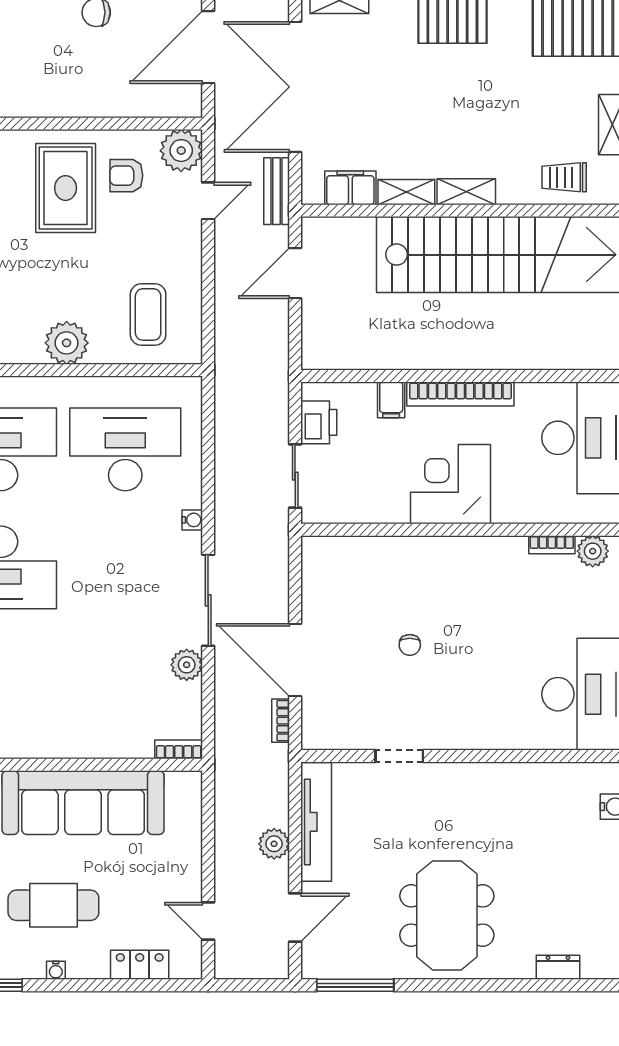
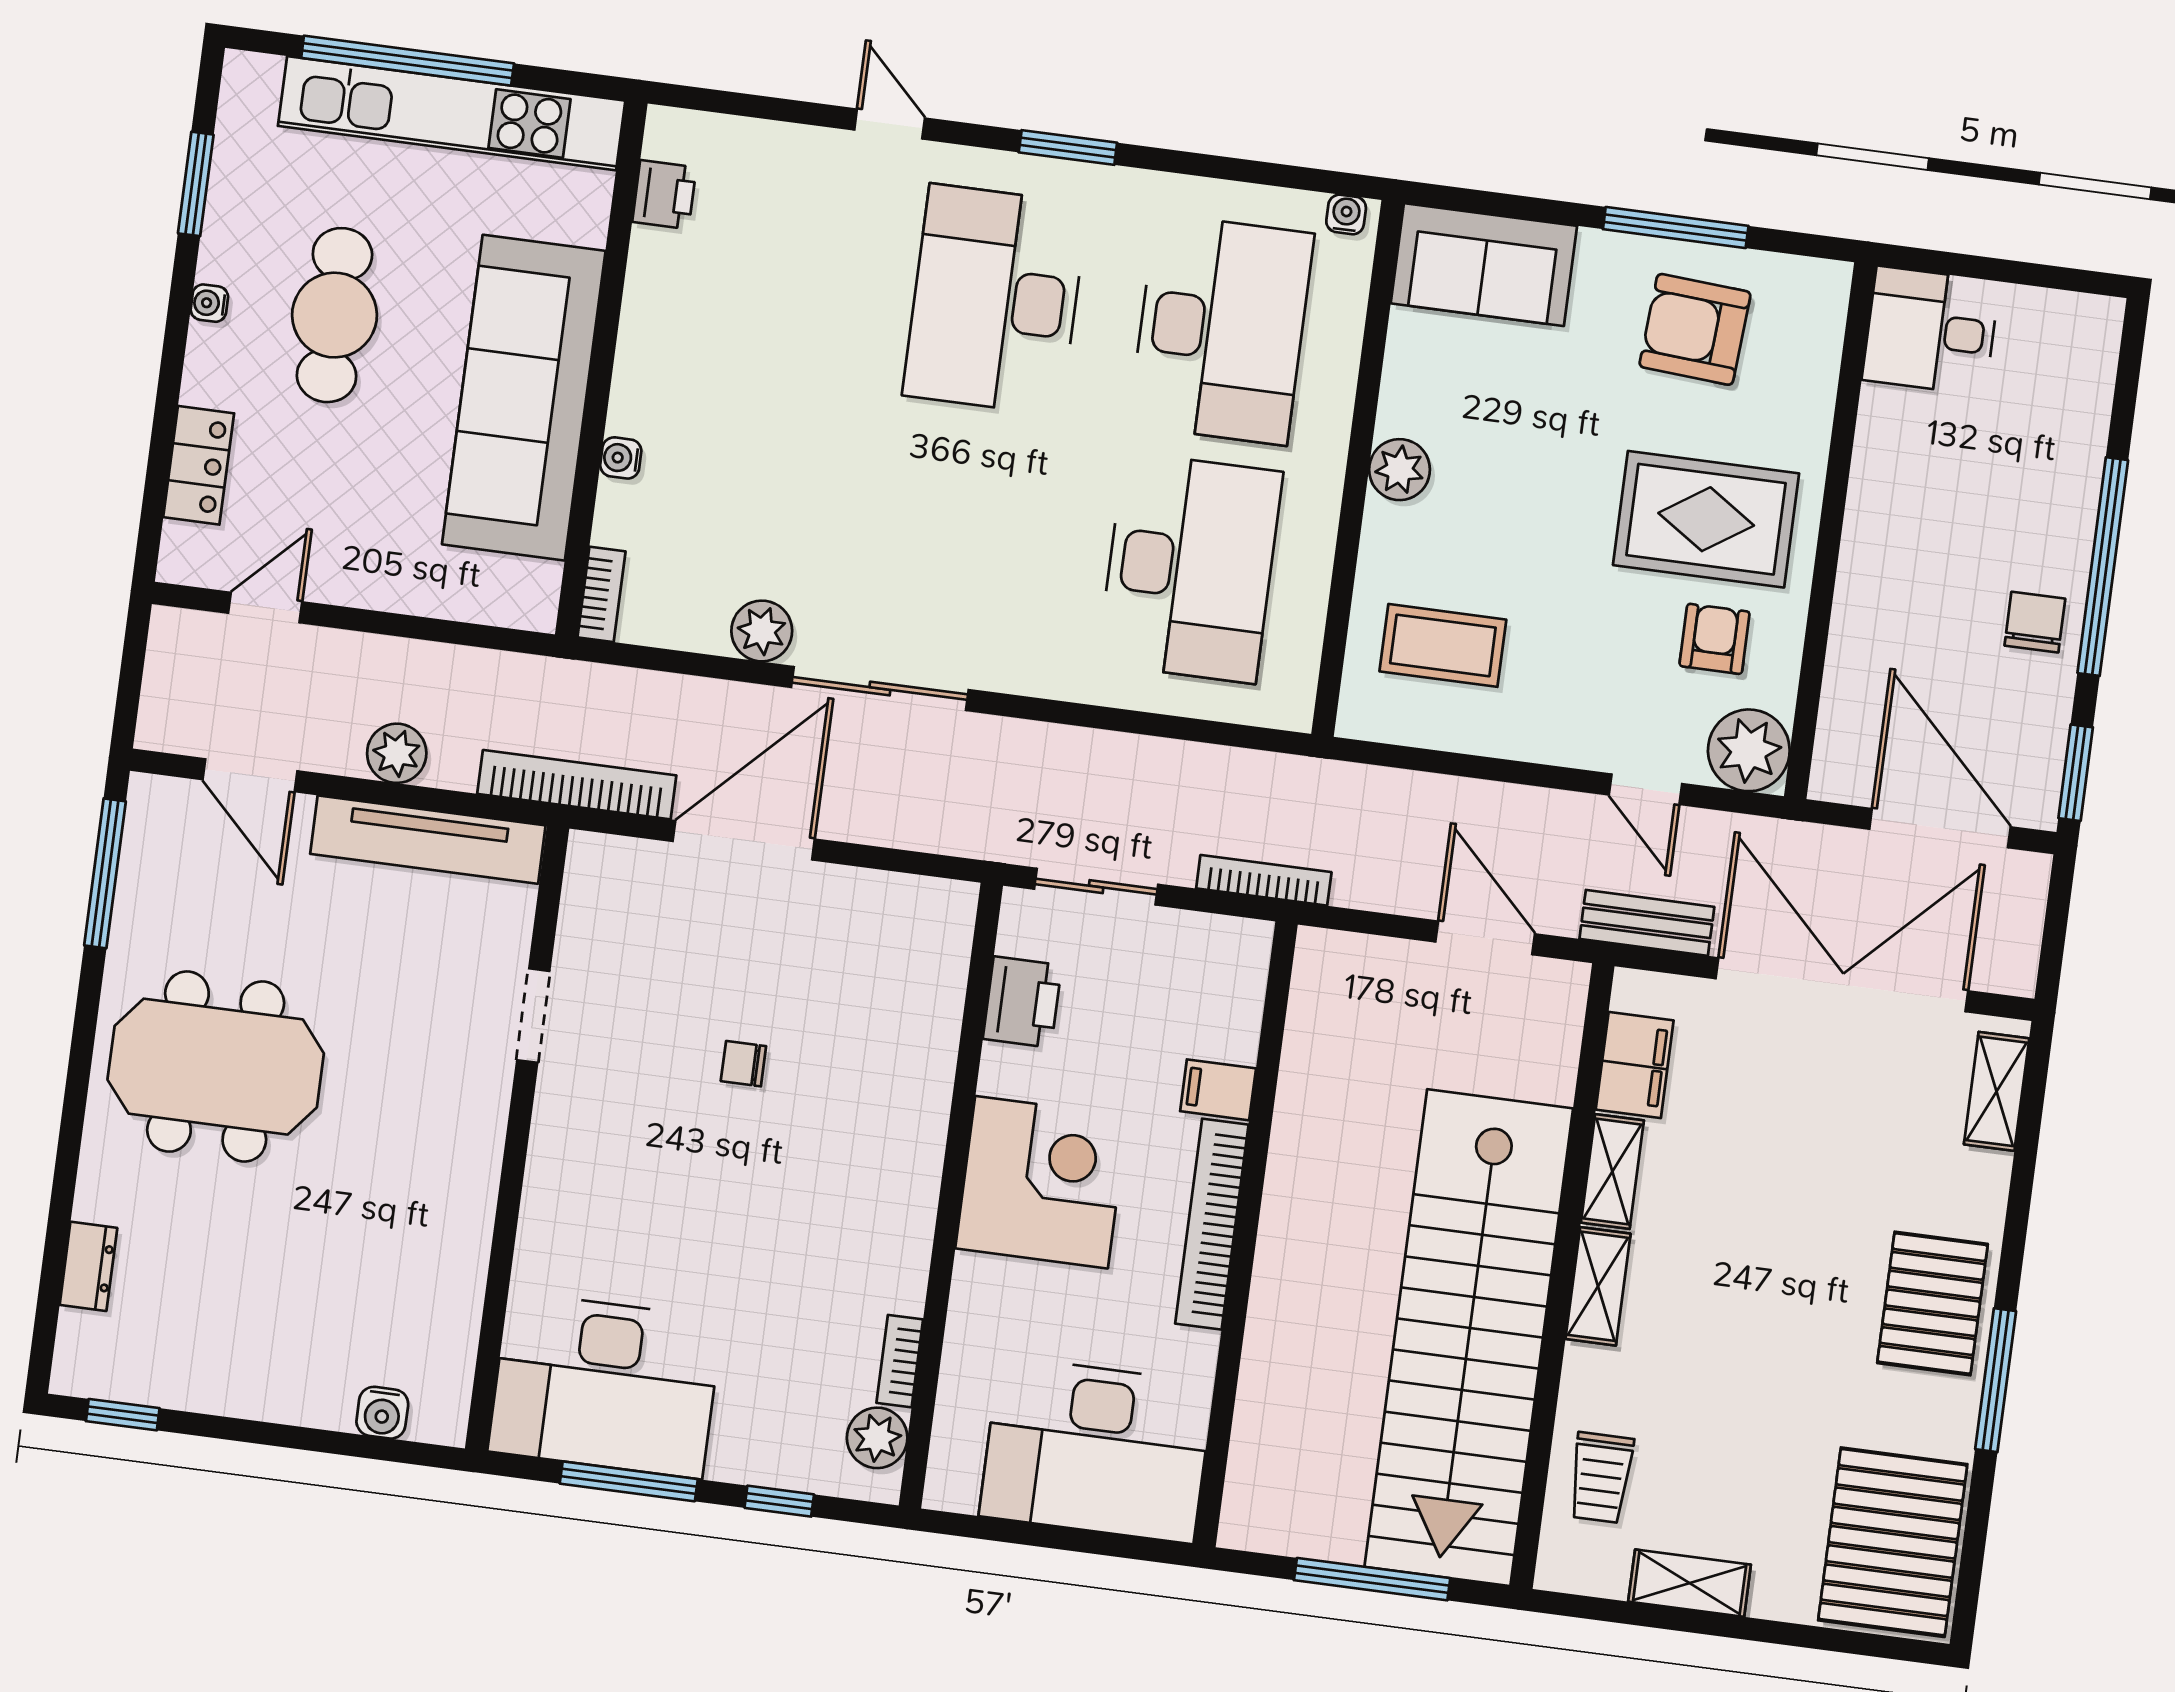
trolley: (564, 177) -> (1601, 1478), turned 180
plant: (67, 343) -> (1400, 470), width x0.73, depth x0.73
bookcase: (281, 391) -> (1264, 880), added
printer: (319, 422) -> (1022, 1002), moved, turned -90
water cooler: (192, 520) -> (621, 458), moved, turned 90
bookcase: (281, 721) -> (577, 785), width x2.31, depth x1.31

